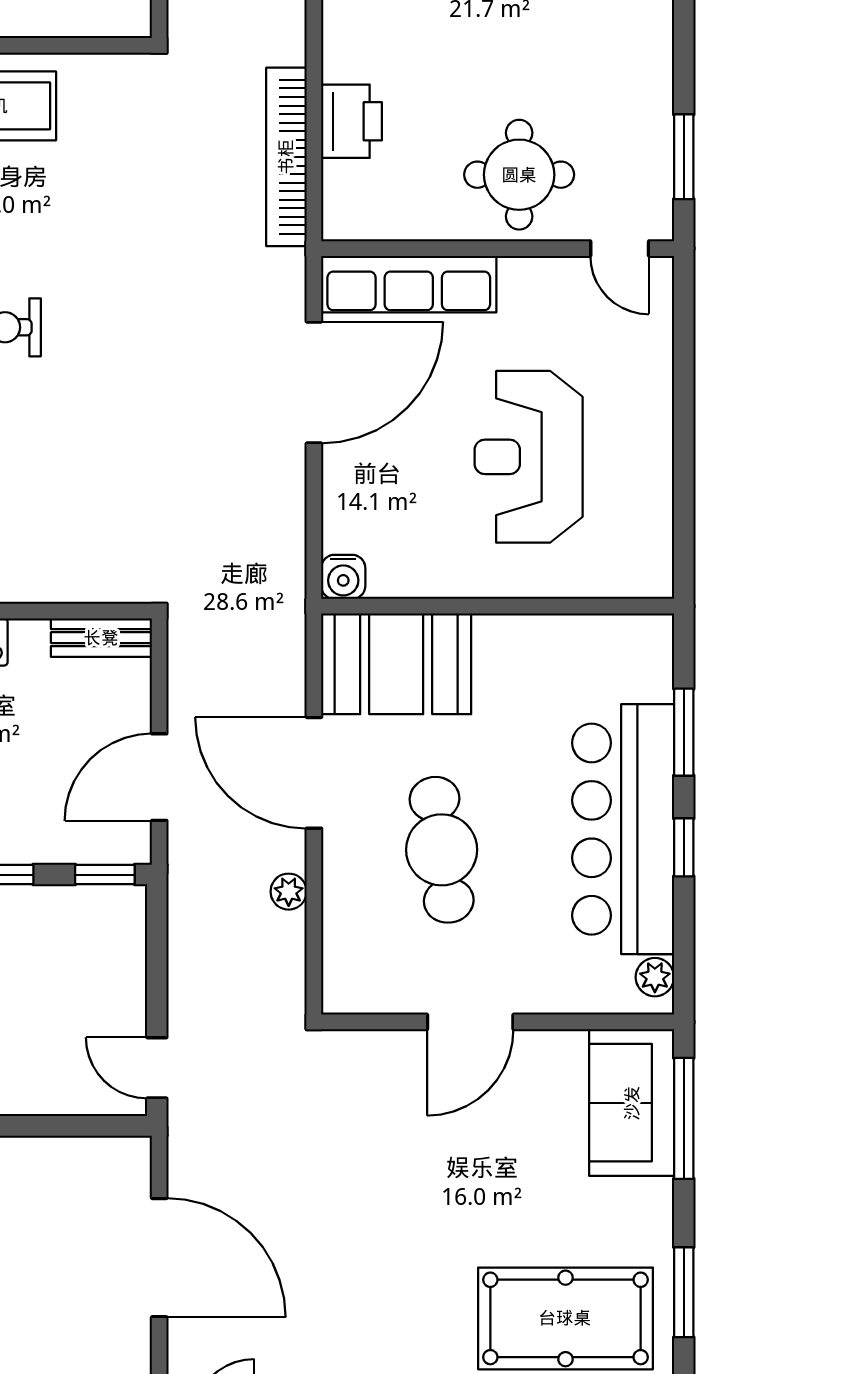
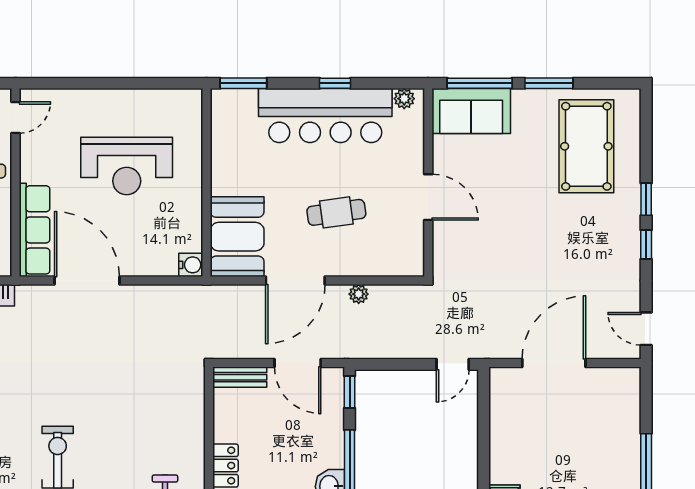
bench: (101, 638) -> (240, 377), moved, turned 90
window: (684, 732) -> (243, 83), moved
cafe table: (442, 850) -> (336, 212), width x0.73, depth x0.74
window: (684, 1292) -> (549, 83), moved

